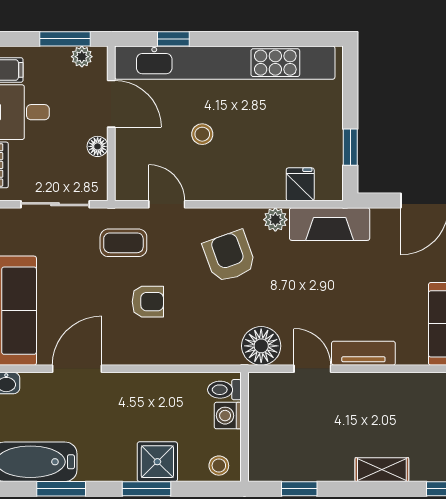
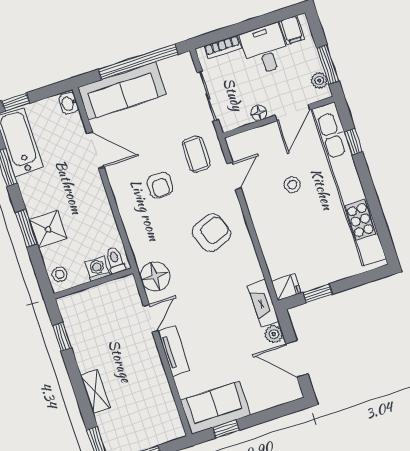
fridge: (300, 184) -> (286, 287), moved
plant: (275, 220) -> (274, 334), moved
fireplace: (330, 224) -> (263, 303), width x0.73, depth x0.76

